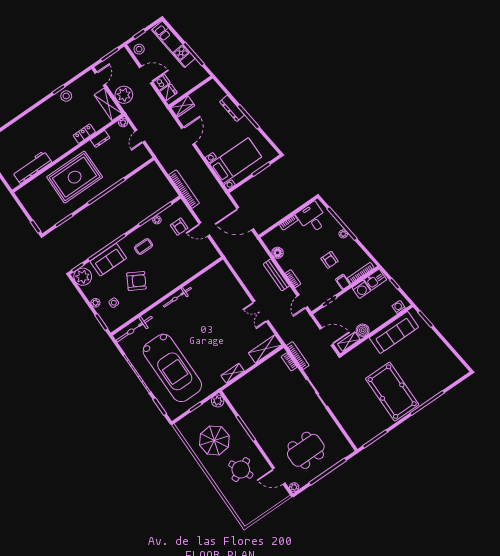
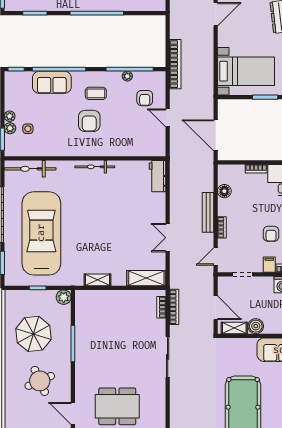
workbench: (225, 274) -> (157, 176), added
plant: (83, 277) -> (10, 128), moved, width x0.53, depth x0.53
armchair: (136, 281) -> (89, 121), moved, turned 61
car: (172, 368) -> (41, 233), turned 180

